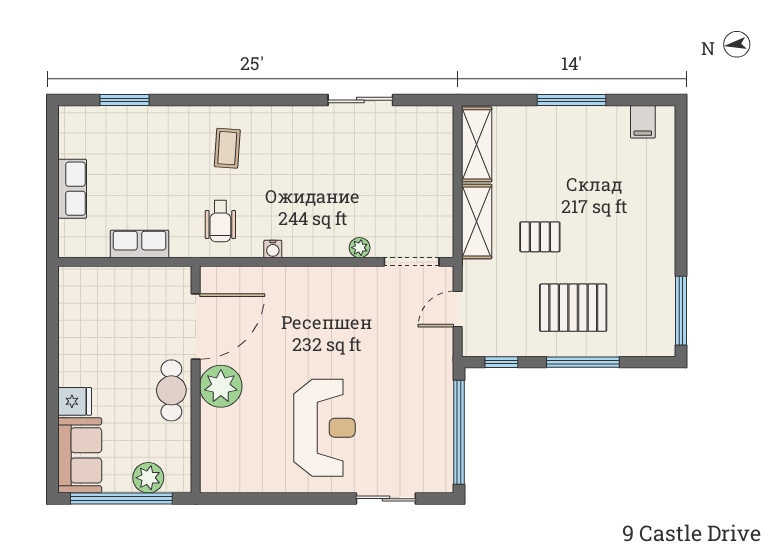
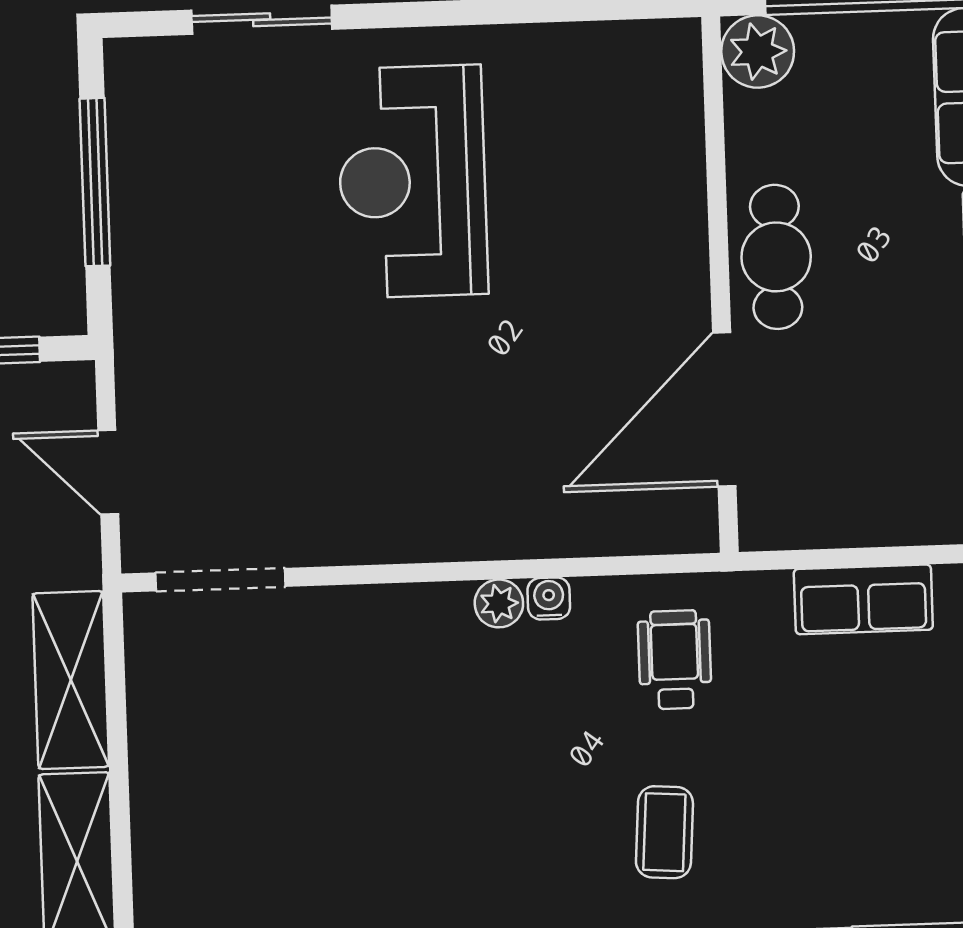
plant: (360, 248) -> (499, 603), moved
door: (458, 309) -> (108, 472), swing flipped
plant: (221, 386) -> (660, 271), removed
window: (459, 432) -> (95, 182), width x0.68
plant: (148, 478) -> (758, 51), moved

